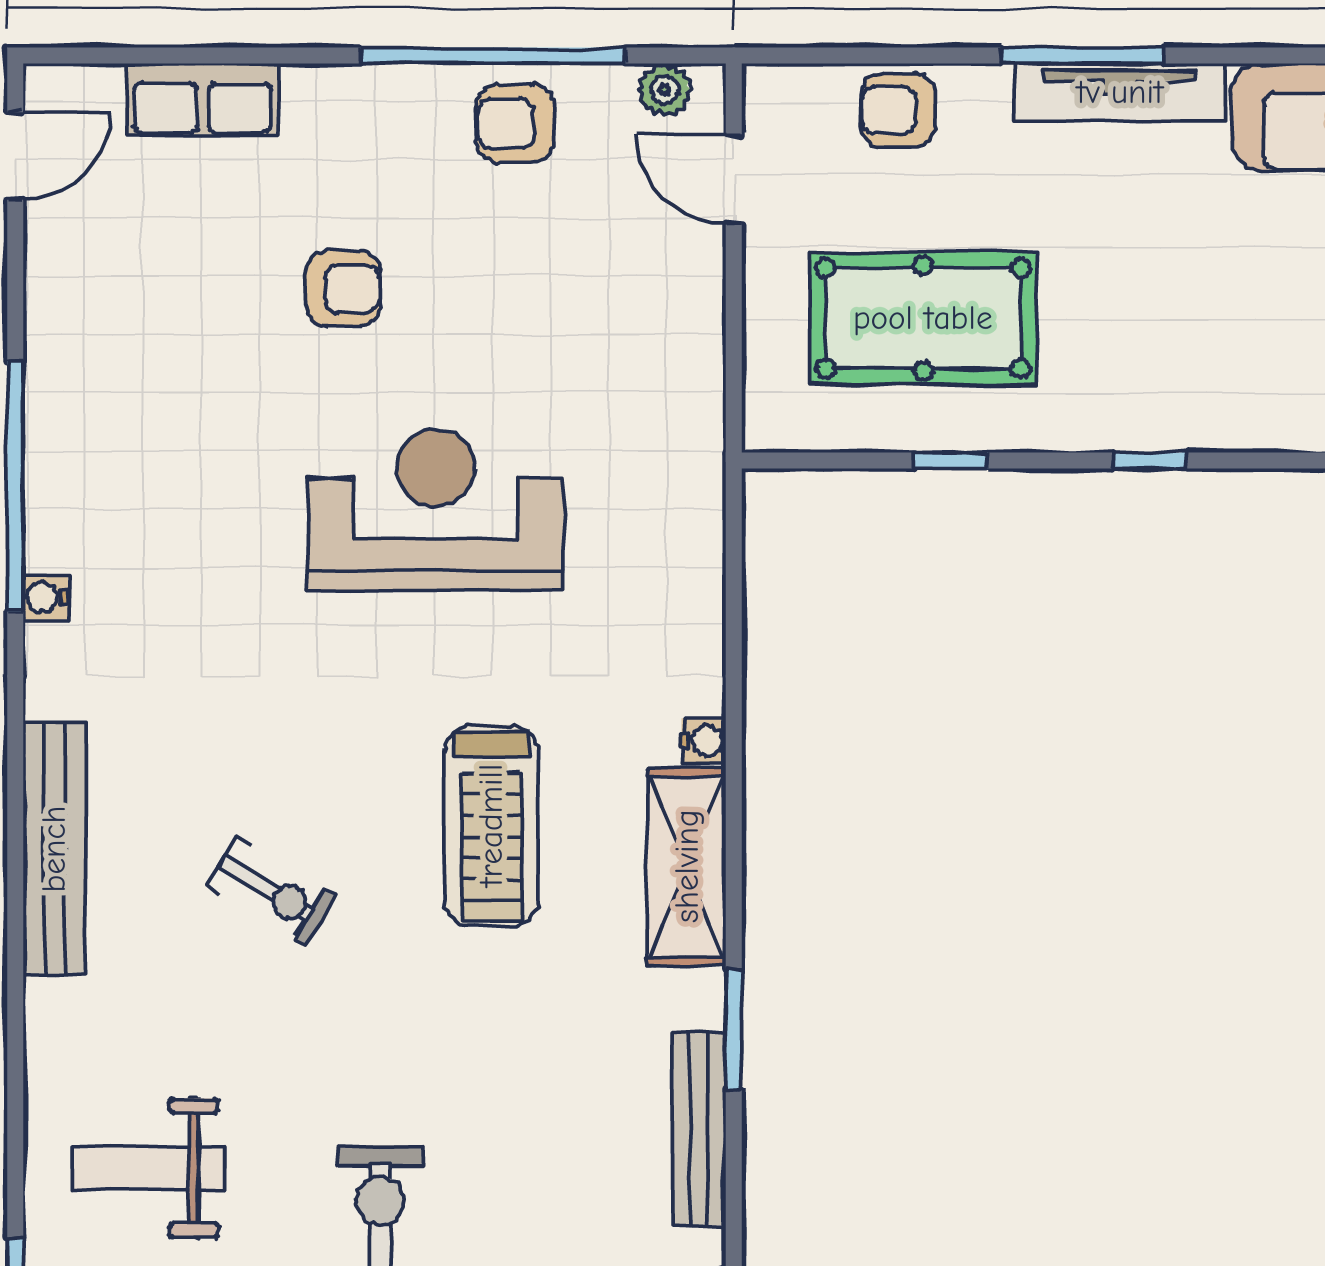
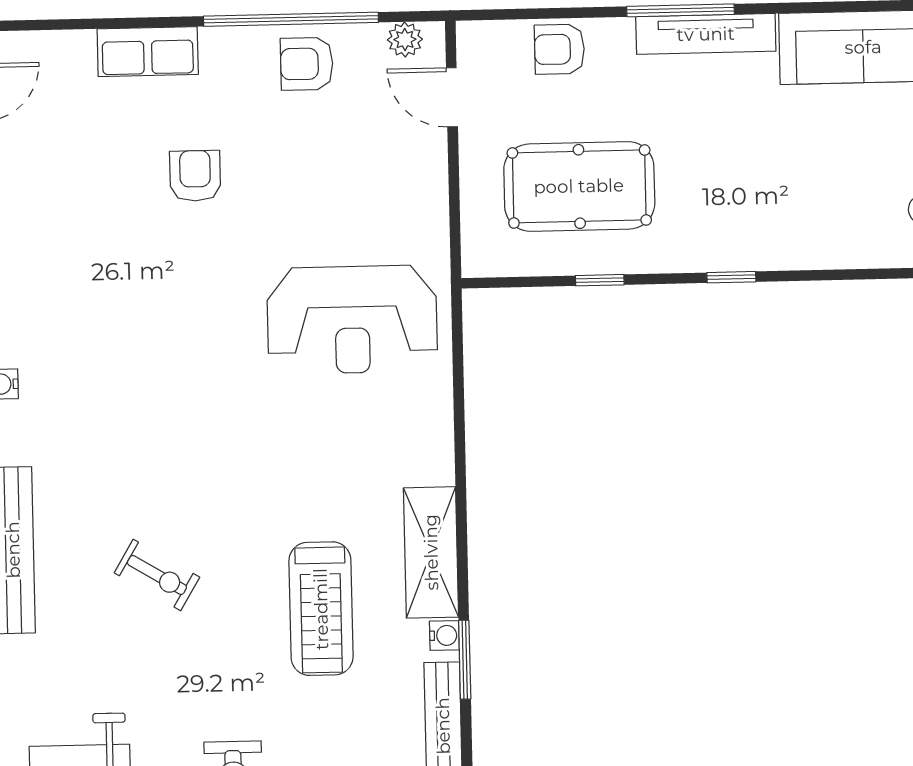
row of seats: (203, 100) -> (148, 52), moved
armchair: (343, 289) -> (195, 176), turned -90
reception desk: (436, 510) -> (352, 320), moved, turned 180
water cooler: (704, 741) -> (444, 635), moved
treadmill: (491, 825) -> (321, 609), moved

